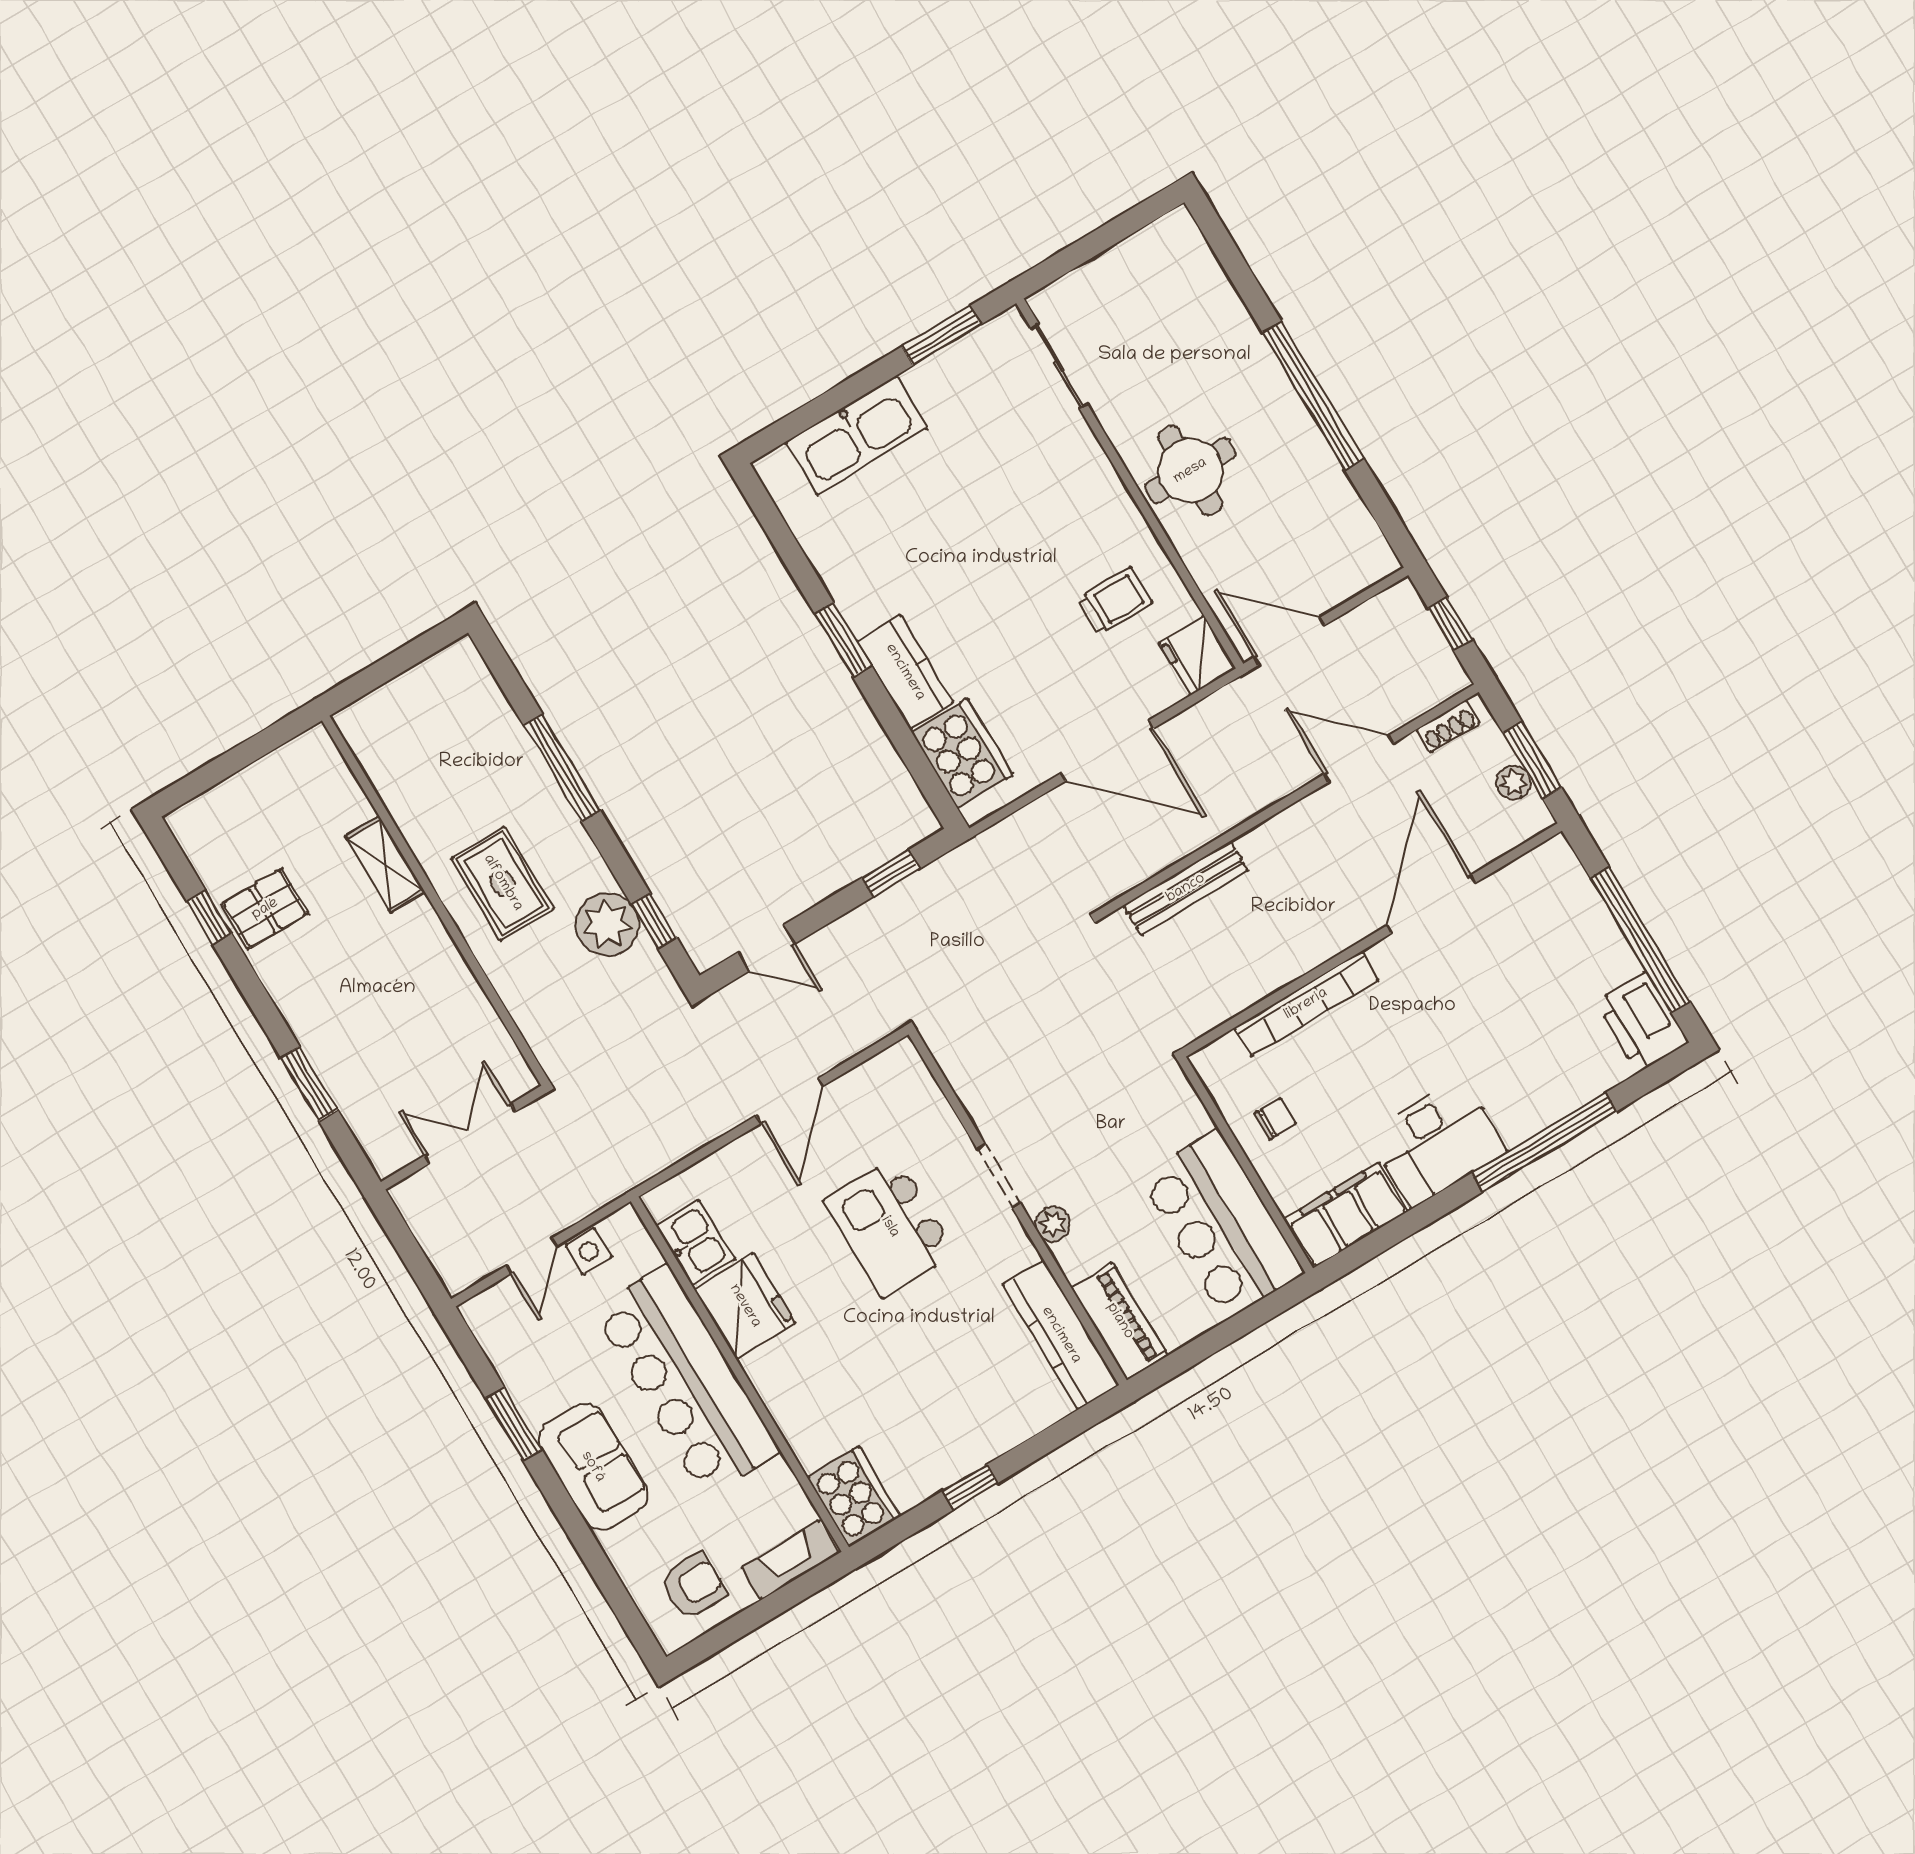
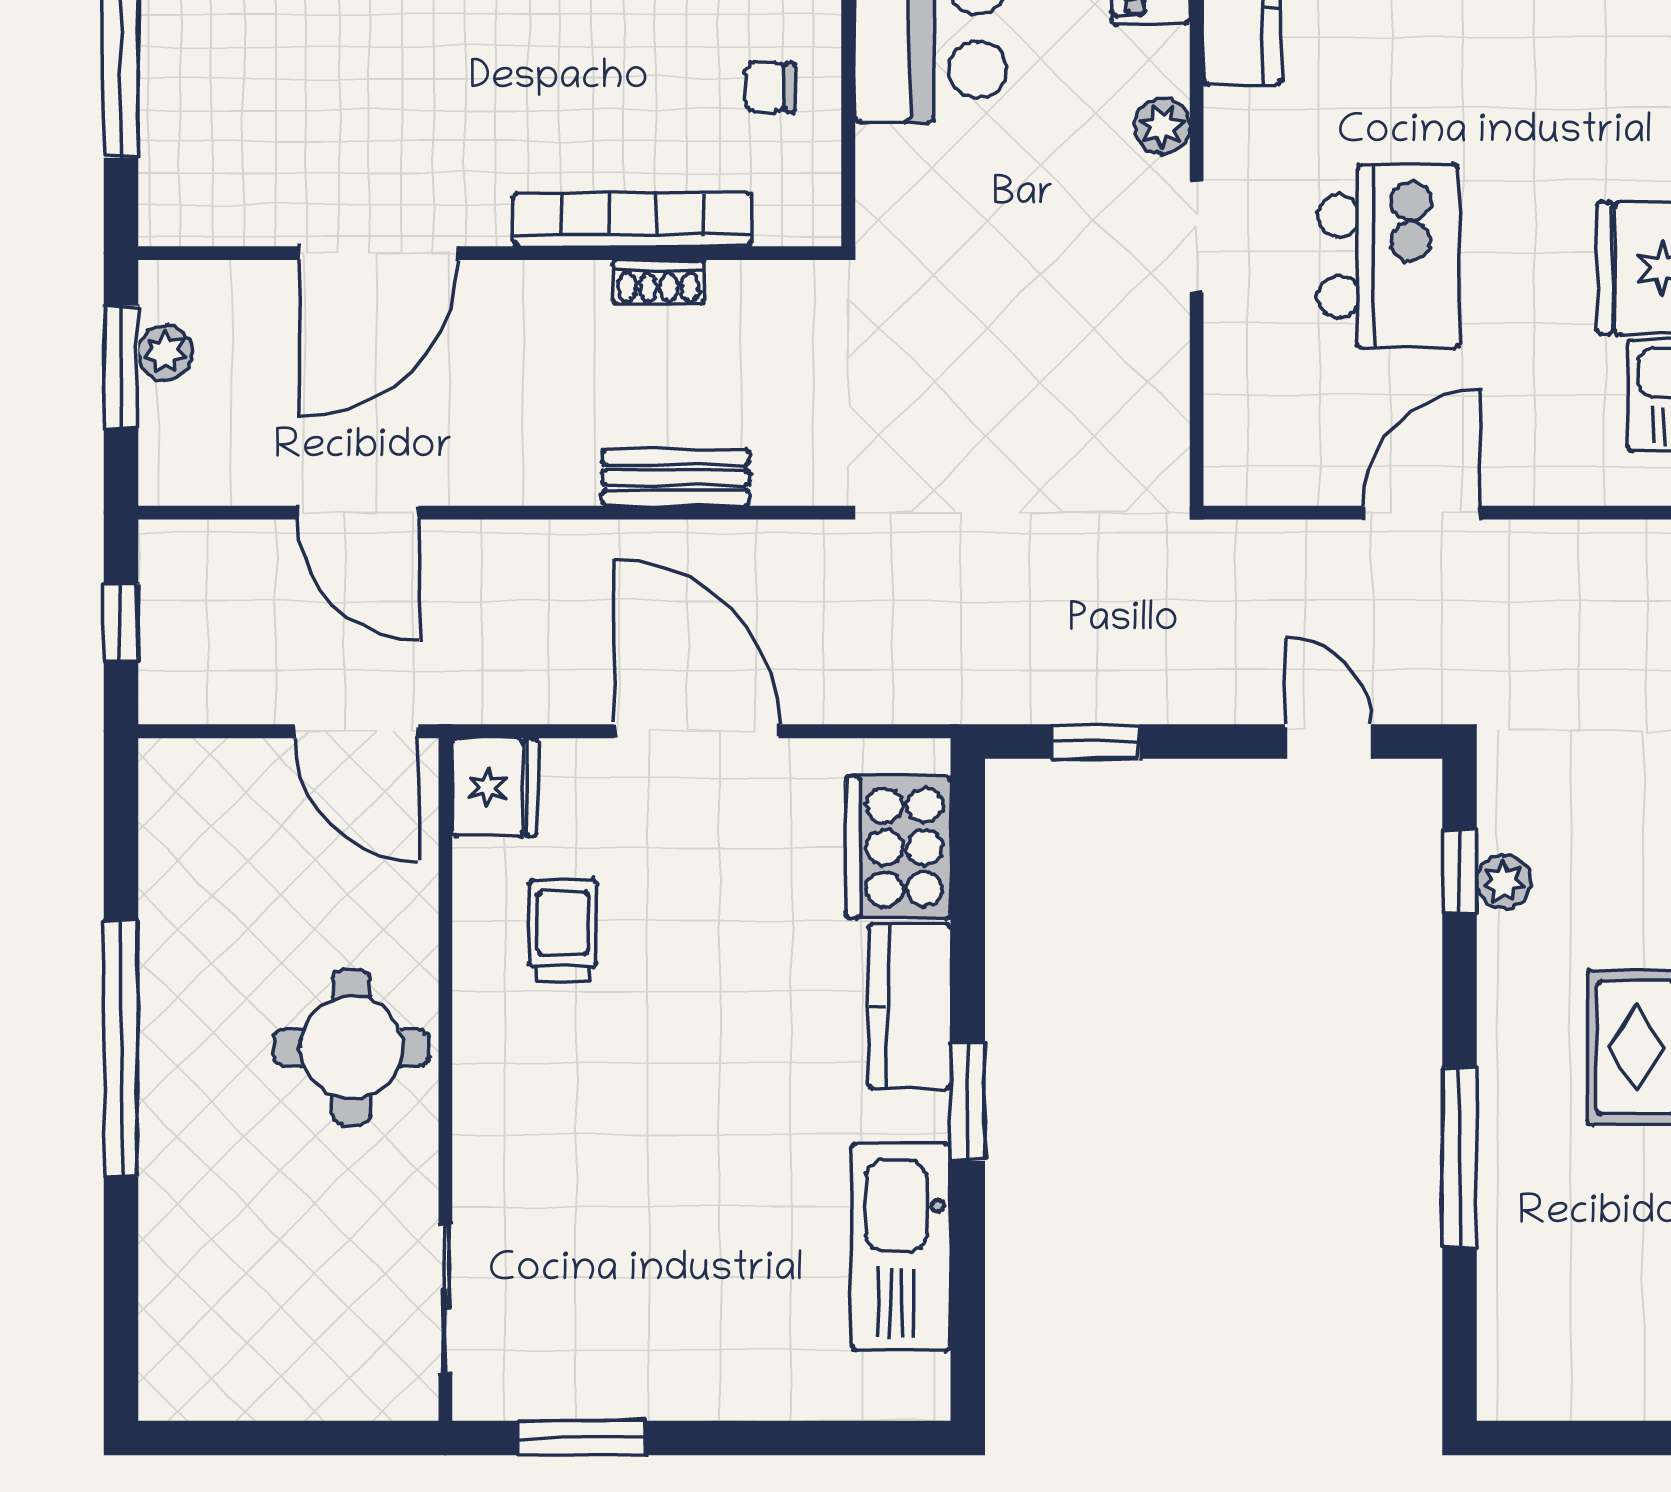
kitchen sink: (856, 435) -> (901, 1247), moved, turned -90
trolley: (1115, 601) -> (563, 930), turned 90
shoe rack: (1448, 726) -> (658, 282), moved, turned 180
bench: (1186, 888) -> (676, 478), width x0.73
plant: (607, 924) -> (1503, 882), width x0.53, depth x0.53

